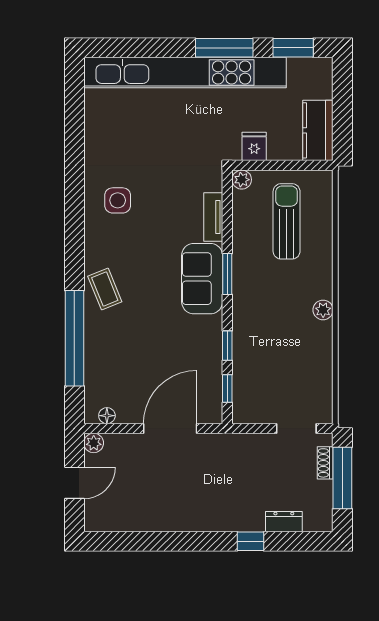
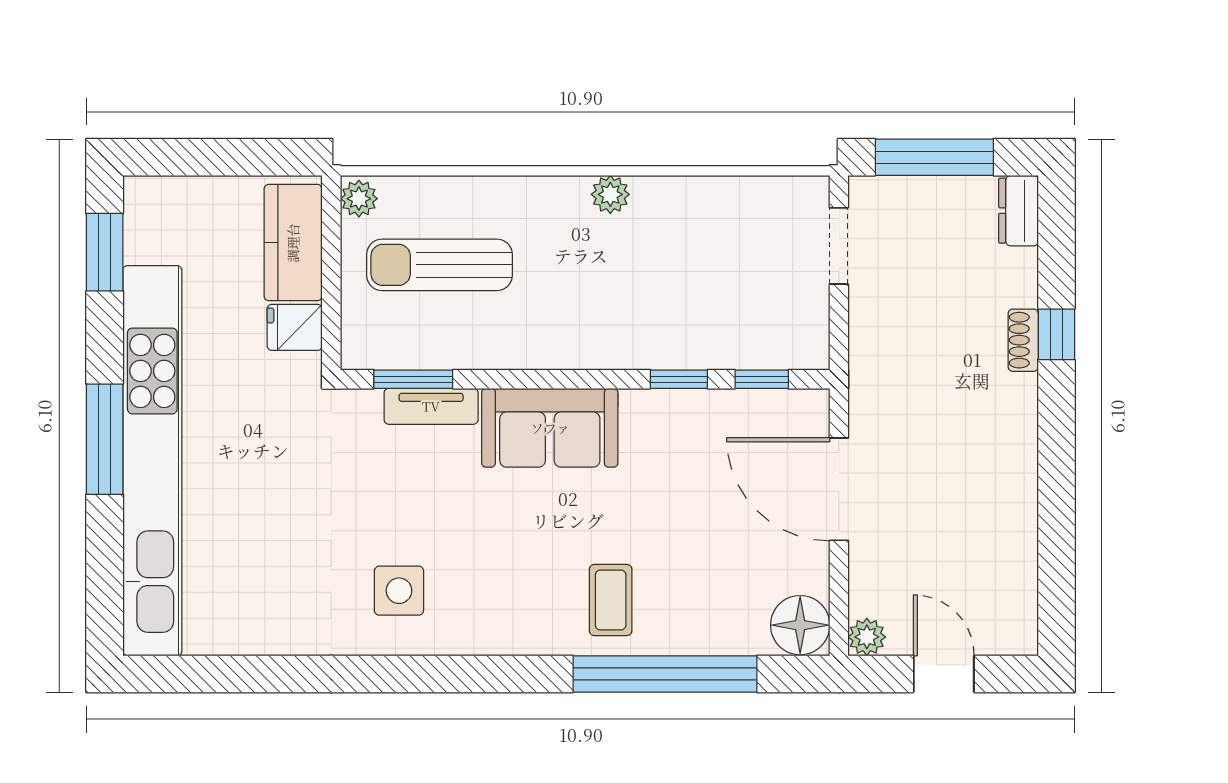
window: (224, 48) -> (105, 439), moved
kitchen counter: (318, 130) -> (293, 243), moved, turned 90
plant: (242, 180) -> (359, 199), moved
window: (227, 274) -> (413, 379), moved
coffee table: (105, 289) -> (611, 600), moved, turned -68
floor lamp: (107, 416) -> (800, 625), width x1.89, depth x1.89
shoe rack: (325, 463) -> (1023, 340), moved, turned 90
dresser: (284, 522) -> (1018, 211), moved

